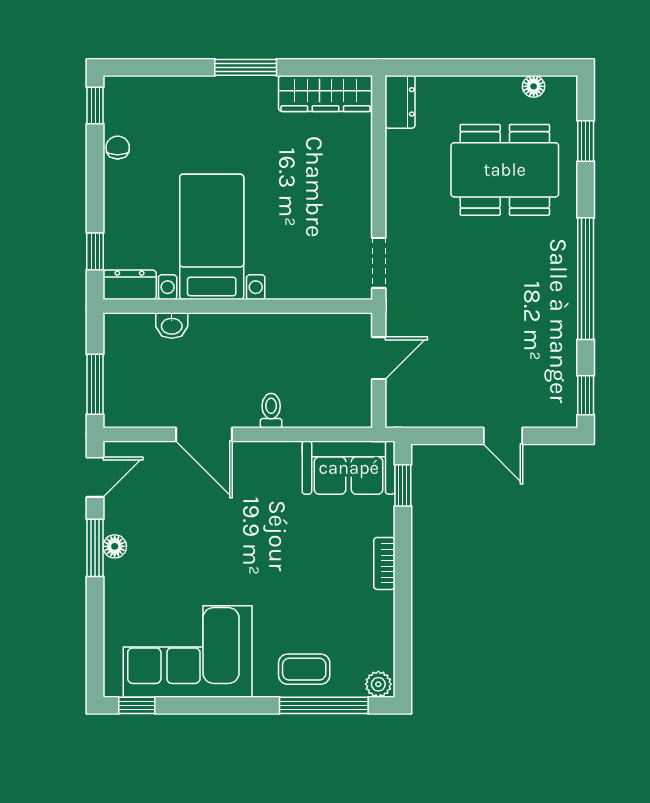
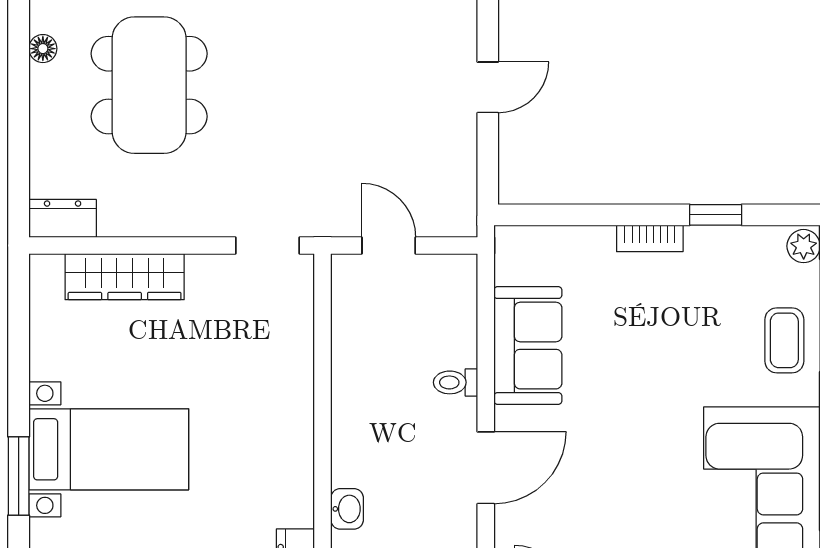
window: (246, 67) -> (19, 476), moved
wardrobe: (326, 93) -> (125, 277), moved, turned 90
bed with nightstands: (212, 237) -> (109, 449), moved, turned 180
sofa: (349, 468) -> (528, 346), moved
window: (403, 485) -> (716, 215), moved

